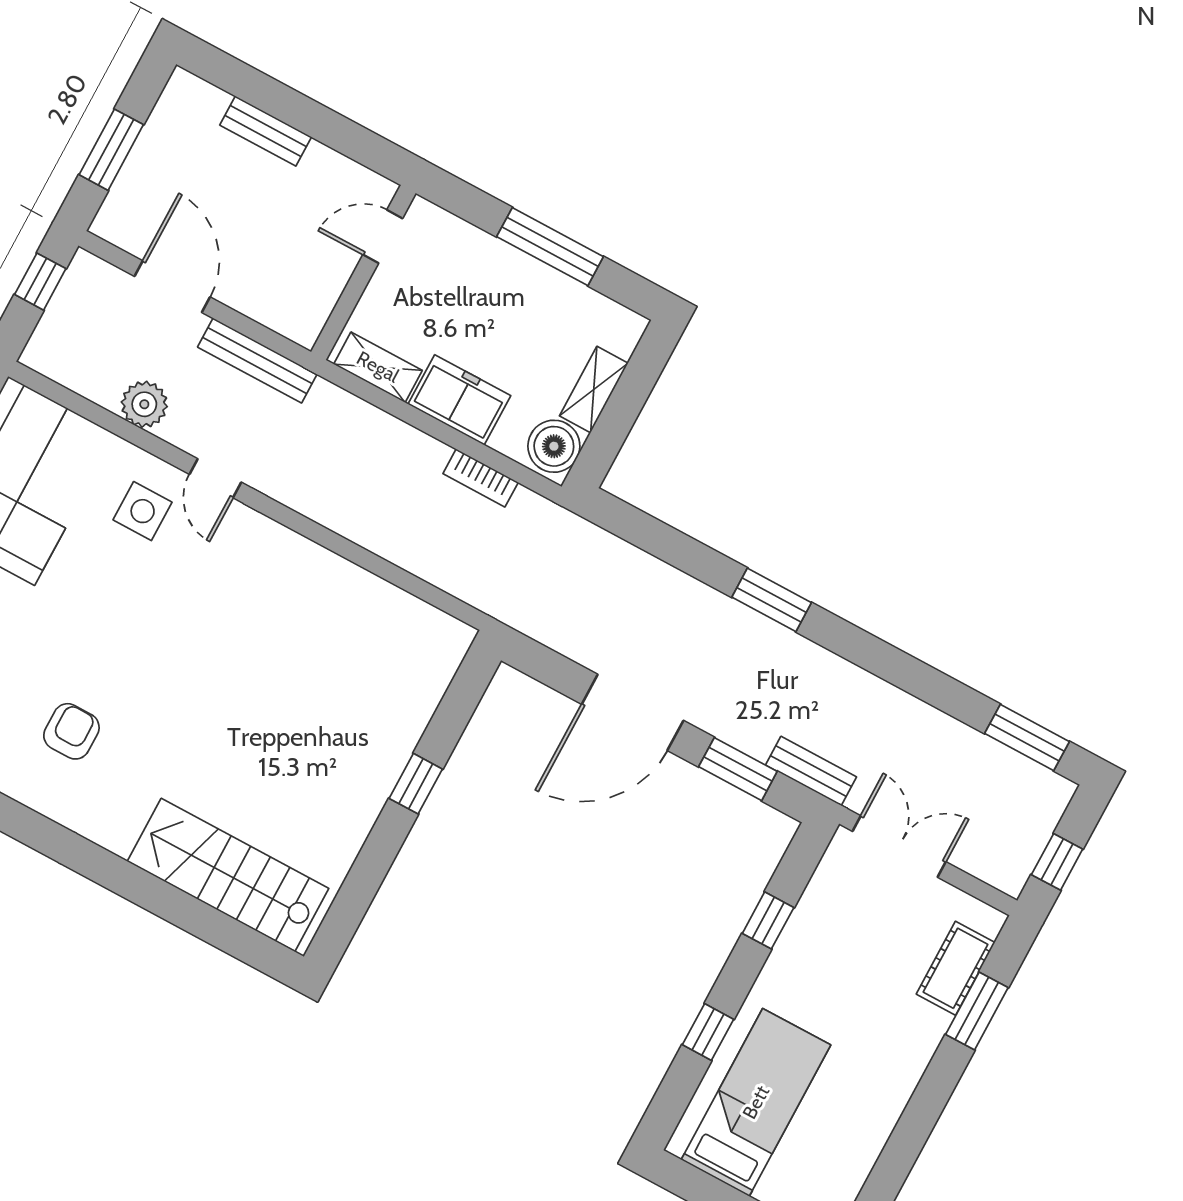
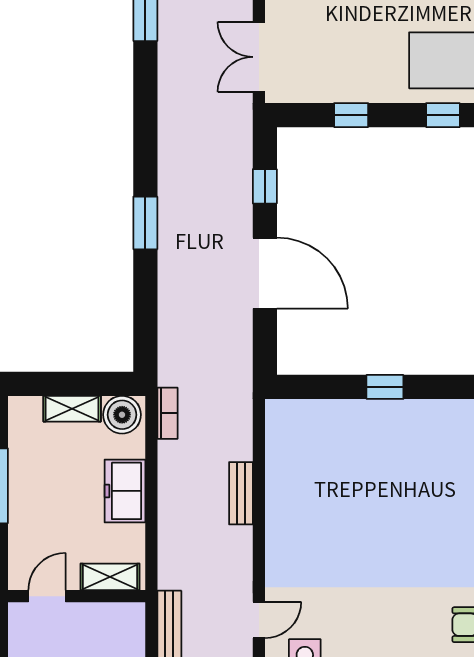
door: (383, 237) -> (47, 596), swing flipped
shelving: (378, 367) -> (110, 577), moved, turned 90
bookcase: (481, 478) -> (167, 413), moved
window: (738, 769) -> (265, 186), width x0.67
bench: (811, 771) -> (241, 493), moved

